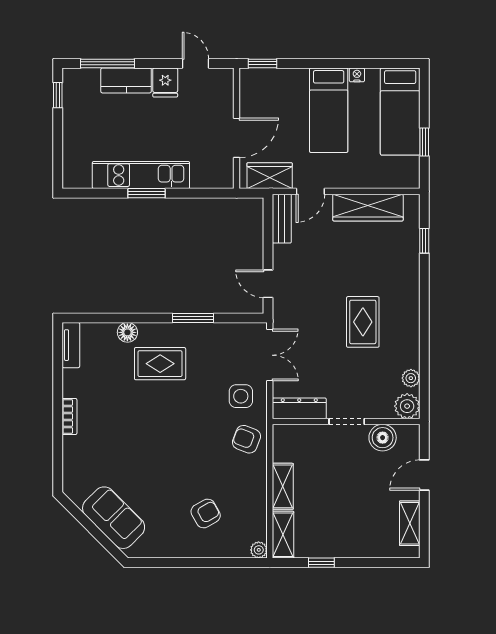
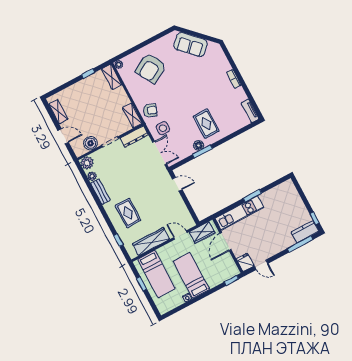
kitchen counter: (126, 80) -> (305, 232), moved
fridge: (165, 83) -> (245, 262), moved
bed: (400, 112) -> (157, 274), moved, turned 180
kitchen unit: (141, 175) -> (239, 213), moved
door: (310, 191) -> (180, 235), hinge flipped
bench: (282, 219) -> (100, 192), moved
rug: (363, 322) -> (128, 213), moved
floor lamp: (127, 332) -> (199, 145), moved
double door: (270, 355) -> (160, 153), swing flipped
rug: (160, 364) -> (206, 124), turned 90
door: (424, 475) -> (63, 136), hinge flipped
shelving: (283, 486) -> (132, 116), moved
armchair: (206, 513) -> (151, 68), width x1.88, depth x1.88

